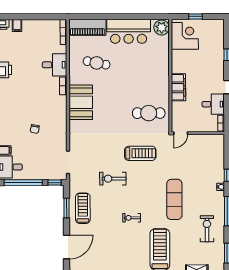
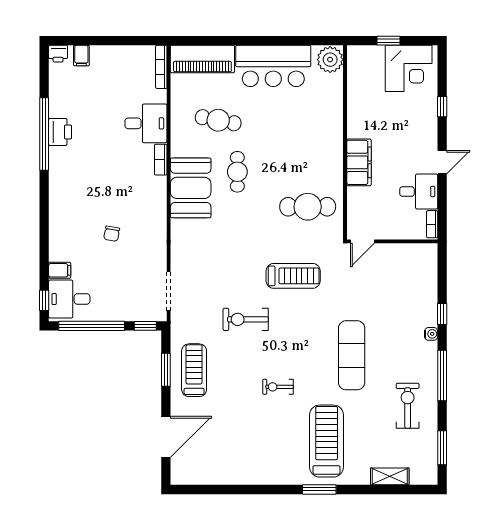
corner desk: (185, 36) -> (409, 68), moved, turned 90
cafe table: (108, 93) -> (237, 172), added

